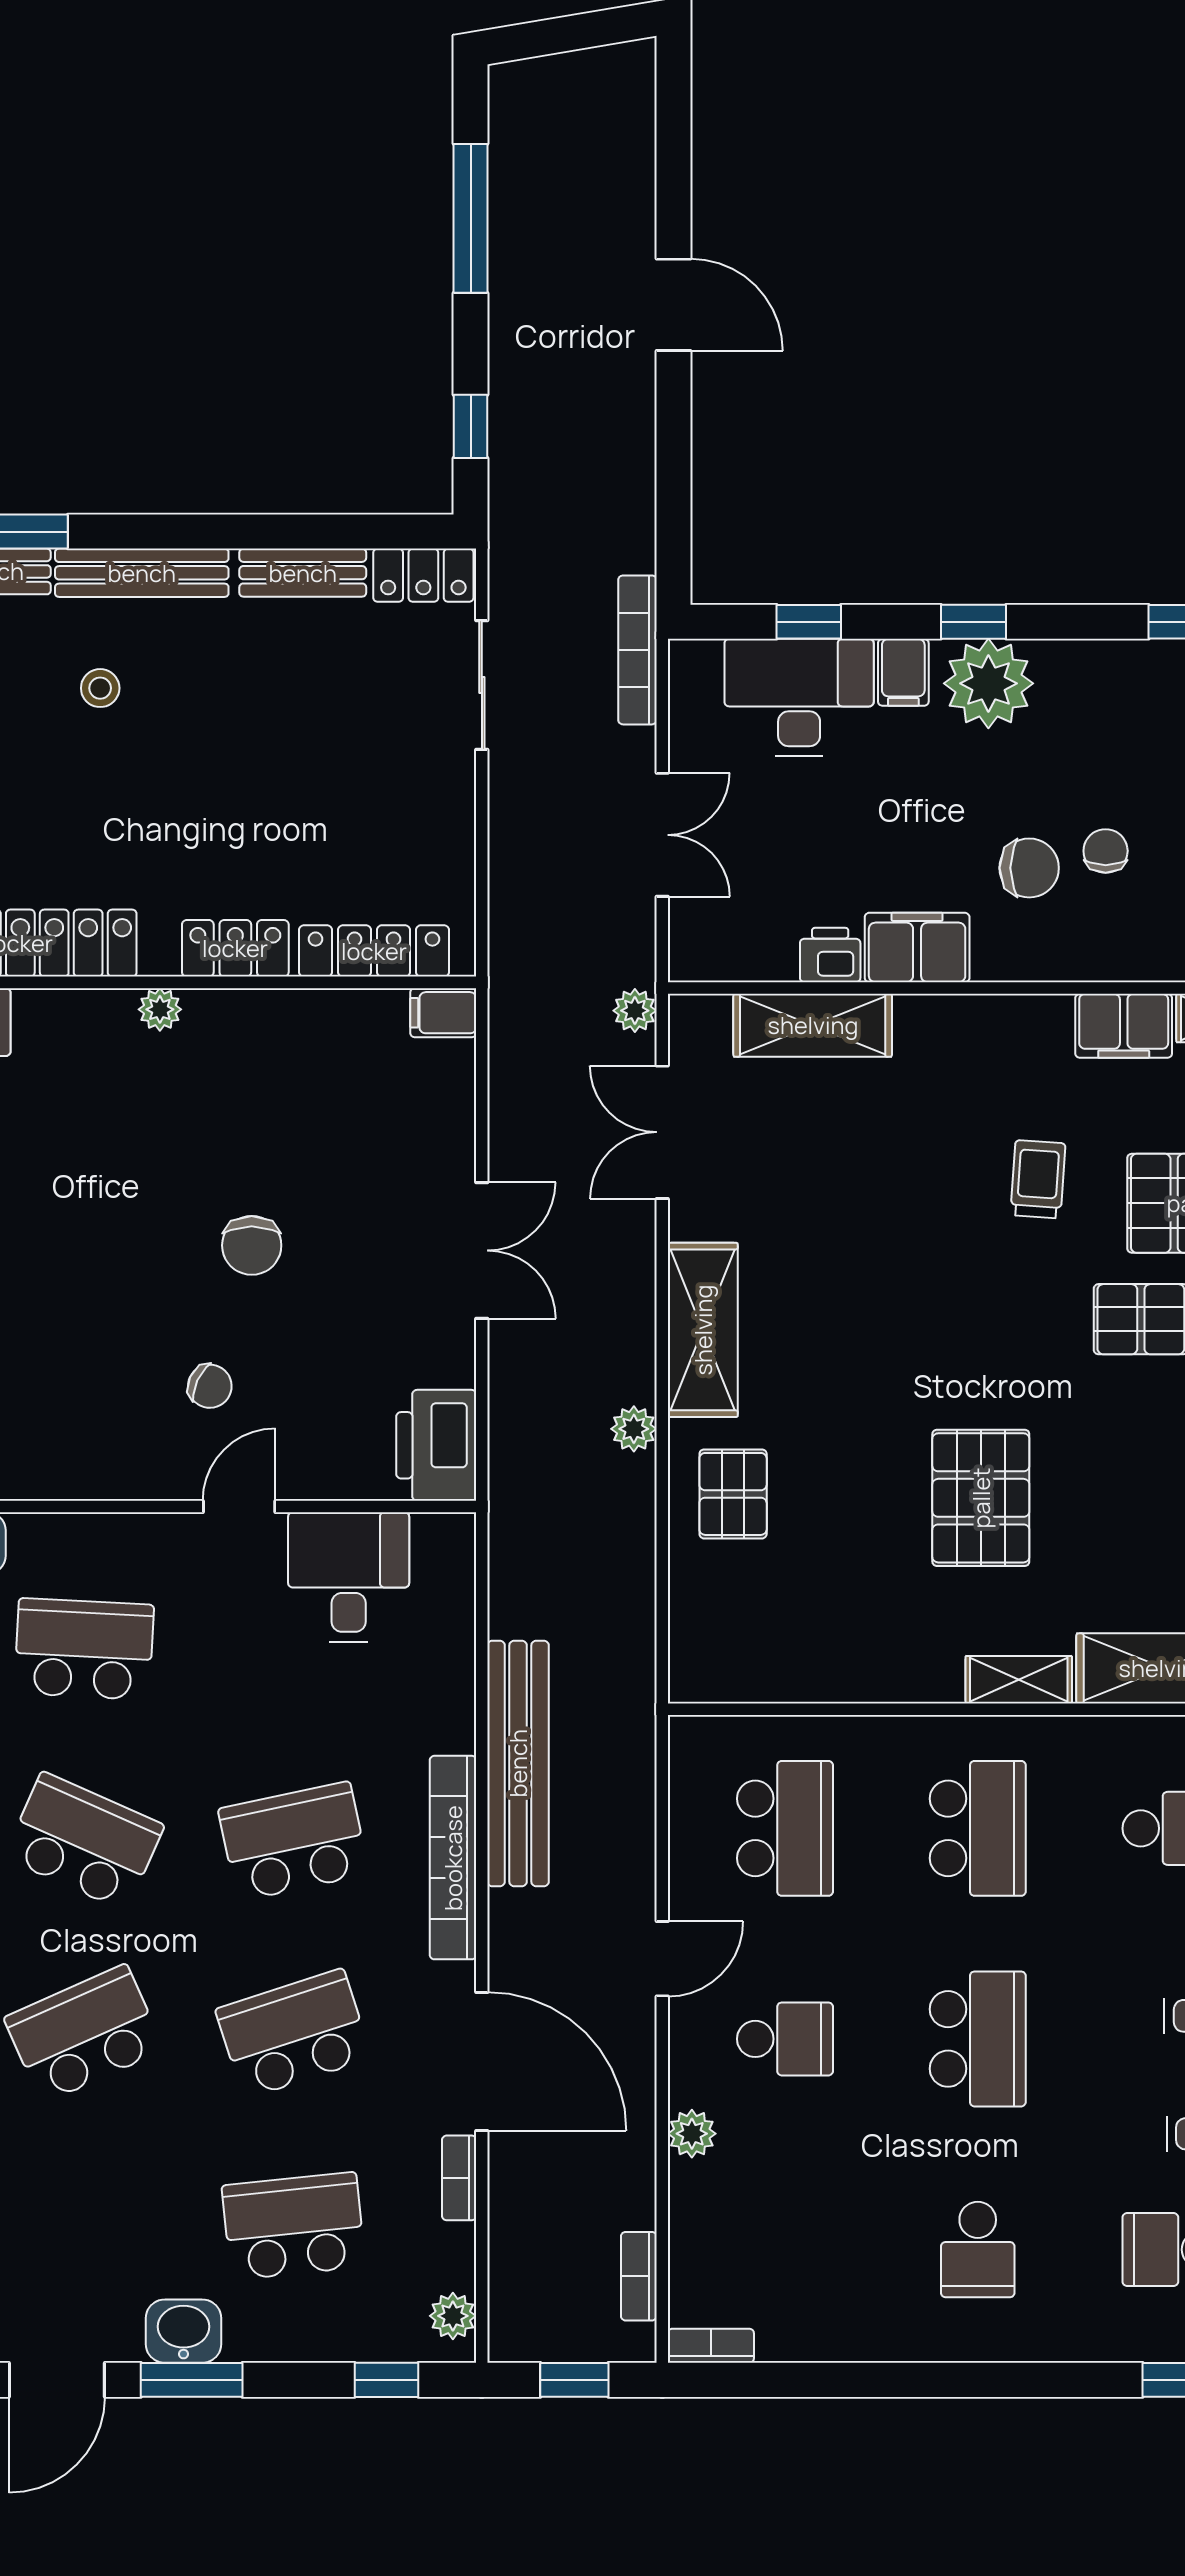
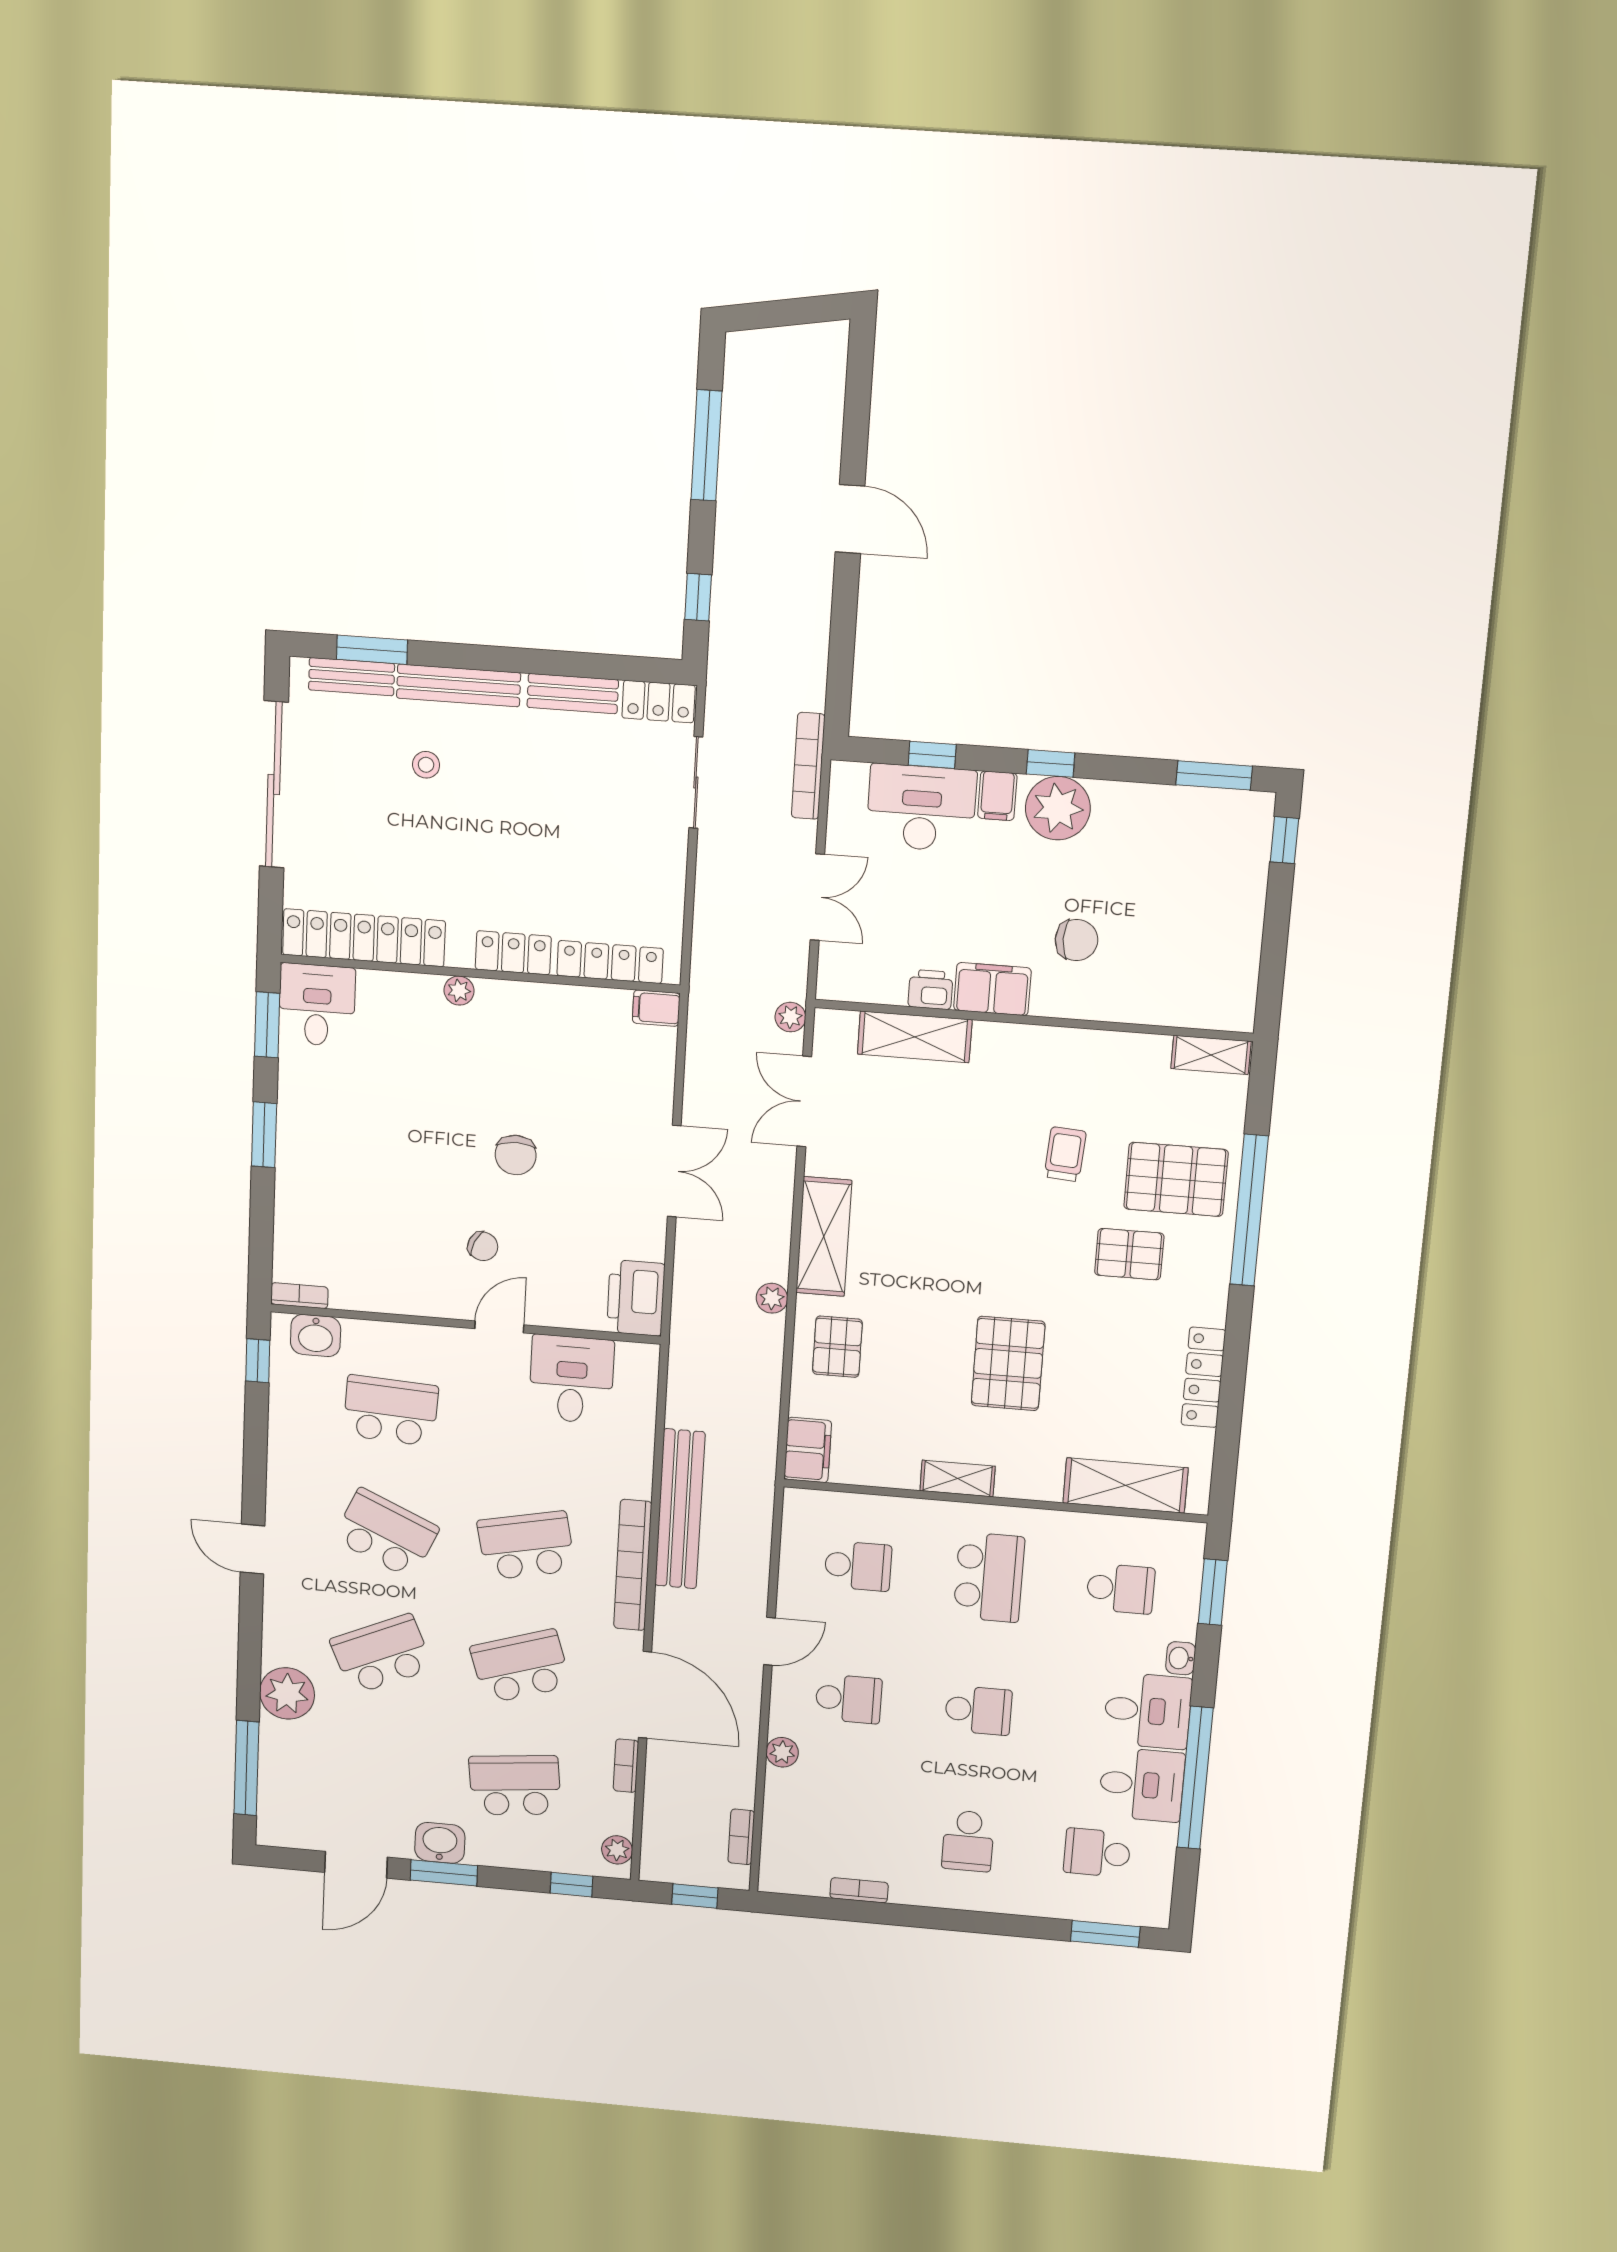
chair: (1106, 851) -> (1132, 932), removed
filing cabinet: (1124, 1026) -> (808, 1450), moved, turned -90
shelving: (1019, 1680) -> (958, 1478), moved
school desk: (785, 1828) -> (858, 1566), width x0.54
school desk: (978, 2039) -> (978, 1710), width x0.54
bookcase: (711, 2346) -> (859, 1890), moved

